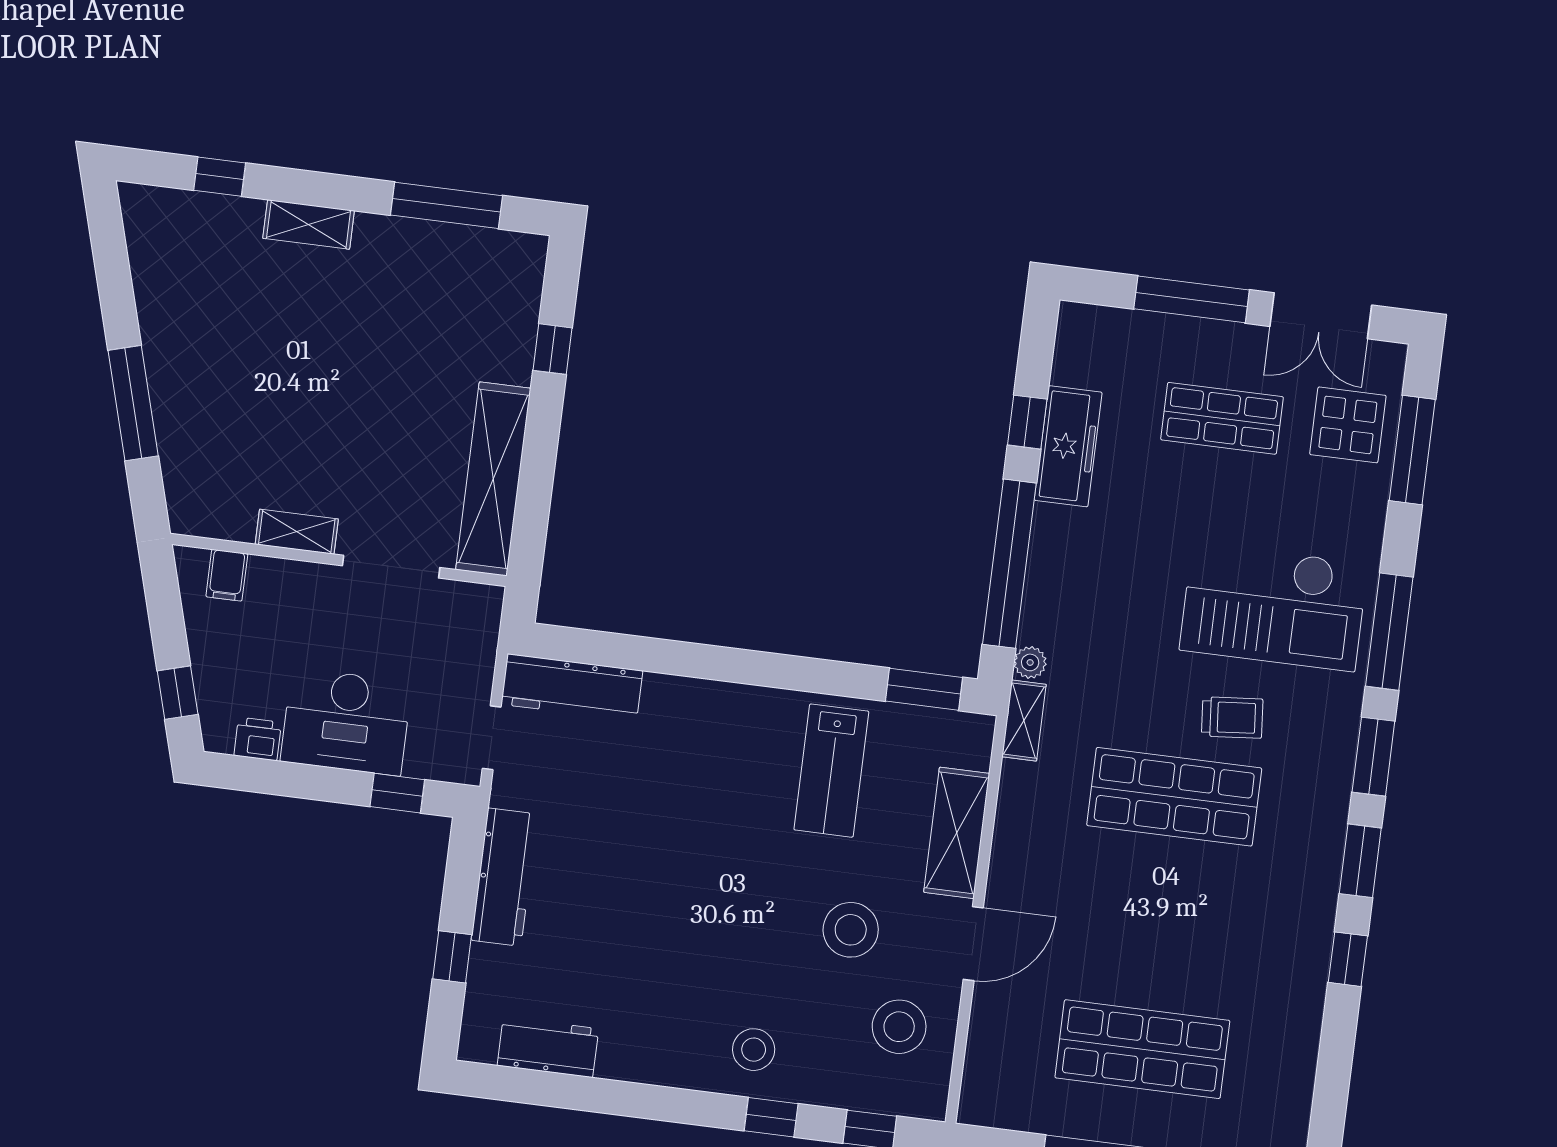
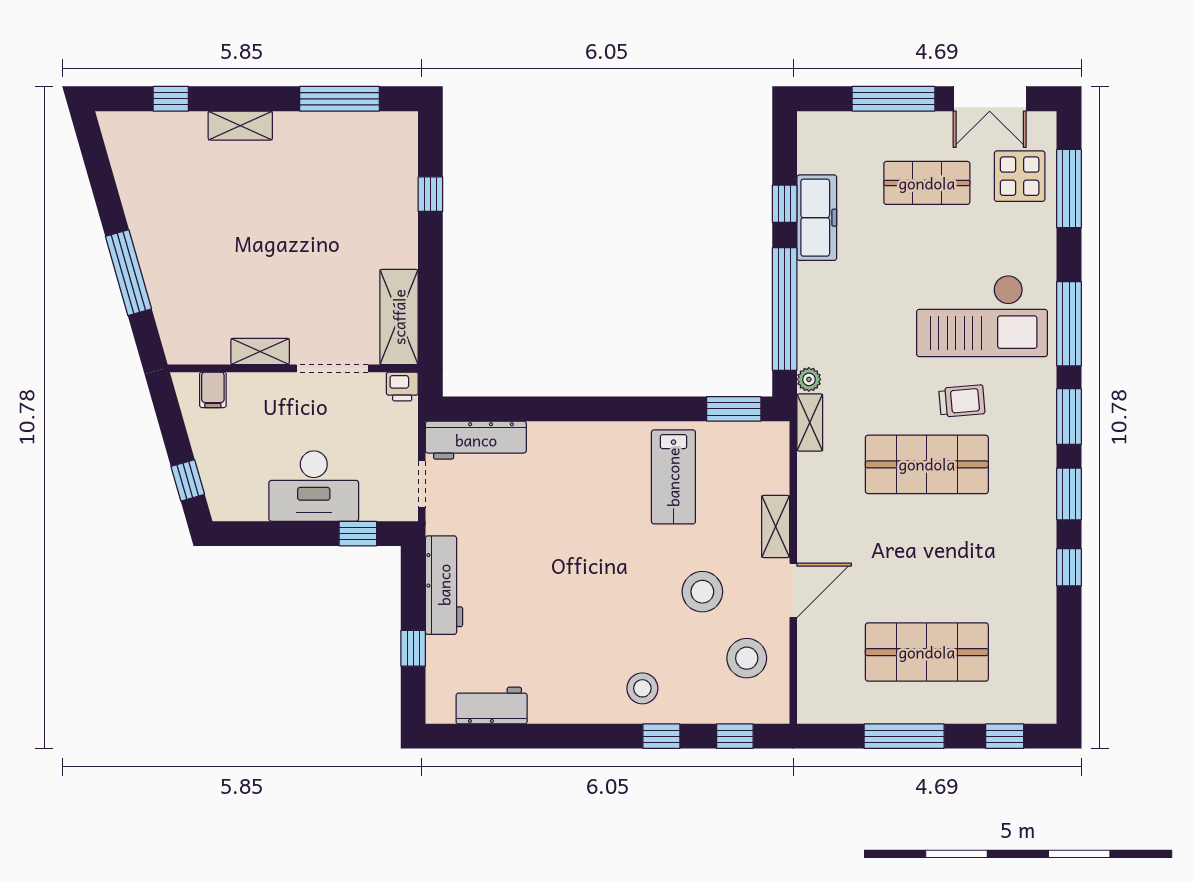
shelving: (493, 479) -> (399, 317), width x0.68
printer: (258, 739) -> (402, 387), moved, turned 180
shelving: (957, 833) -> (776, 526), width x0.67, depth x0.75

